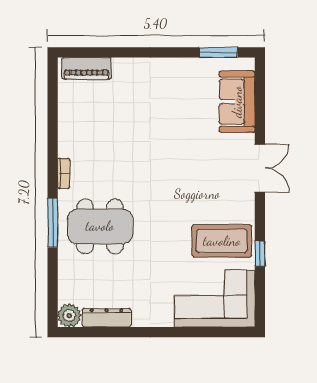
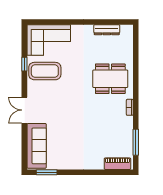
sofa: (237, 102) -> (37, 146), width x1.36
window: (53, 223) -> (136, 142), moved
plant: (69, 316) -> (127, 31), removed

